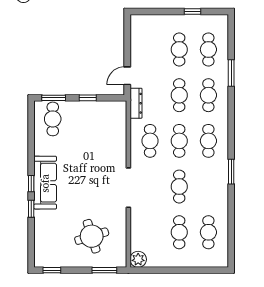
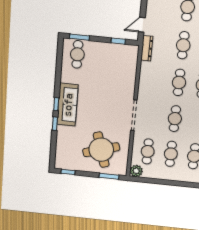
window: (88, 98) -> (118, 41), moved
cafe table: (150, 141) -> (148, 151), moved
round table: (92, 236) -> (101, 150), width x1.36, depth x1.36

